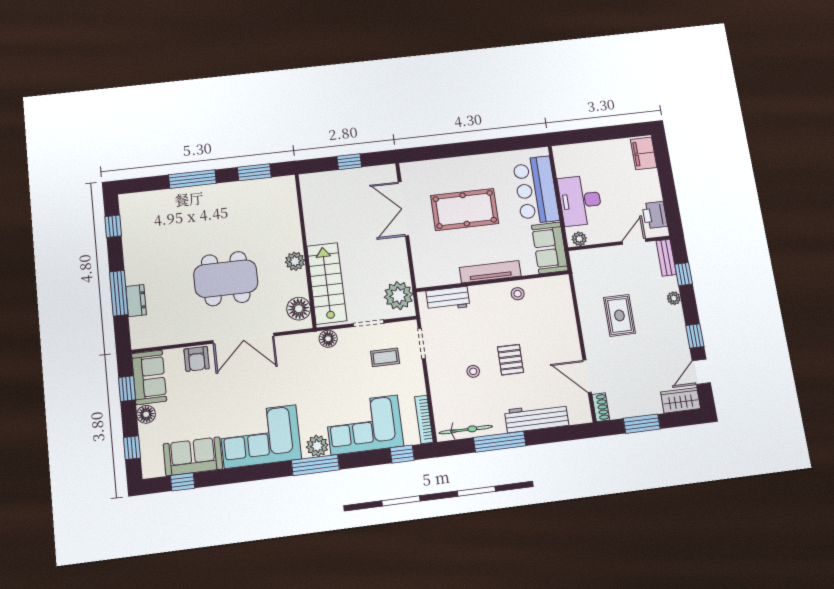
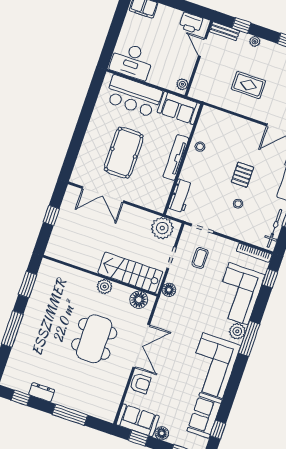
desk: (580, 201) -> (132, 61), moved
dresser: (136, 301) -> (42, 392), moved
pallet: (510, 360) -> (242, 175), turned 90

